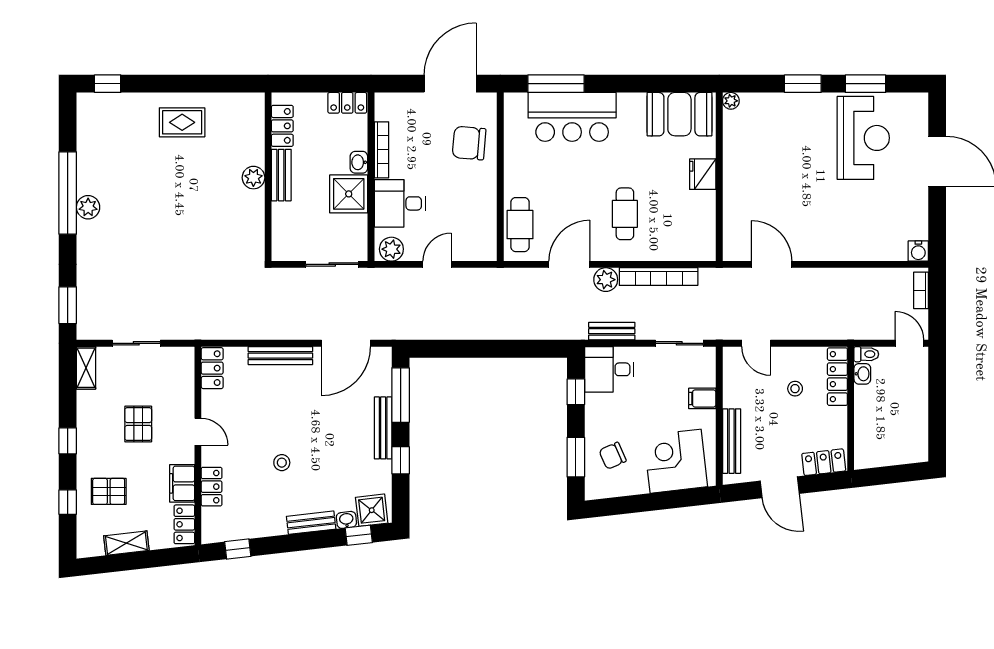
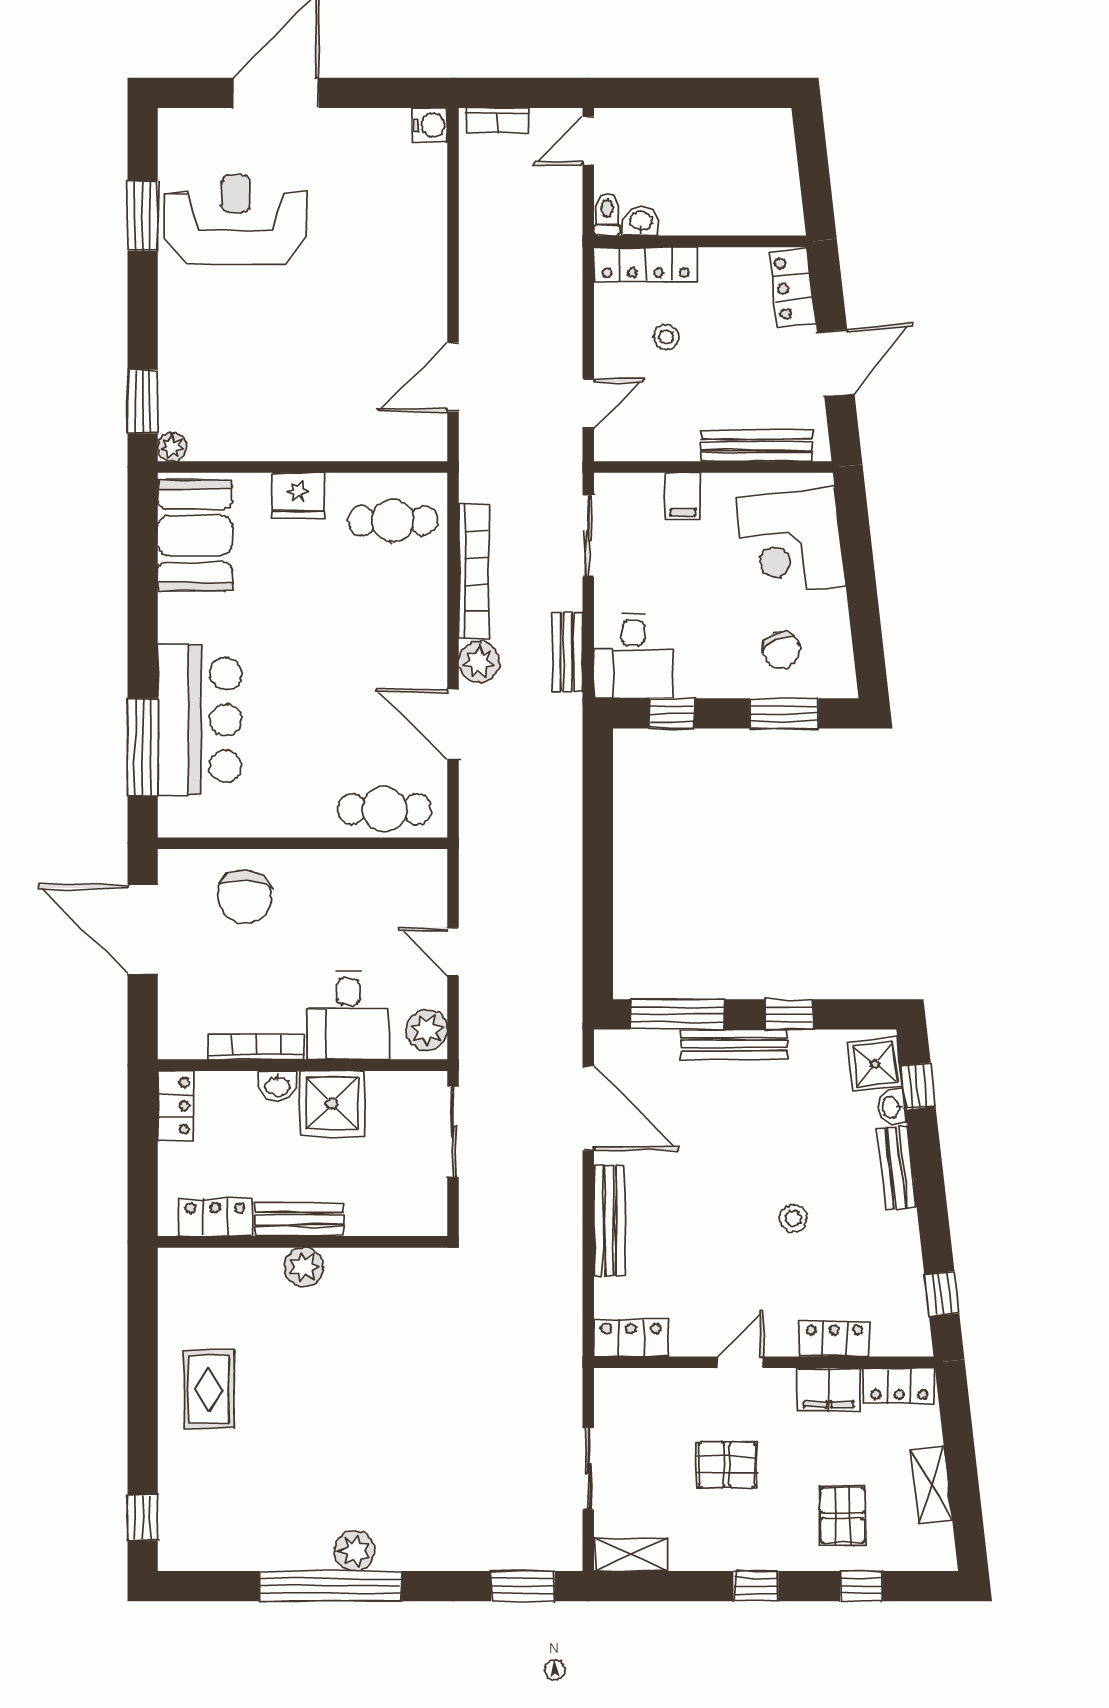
window: (803, 84) -> (143, 401), moved
cafe table: (625, 214) -> (393, 521), moved

